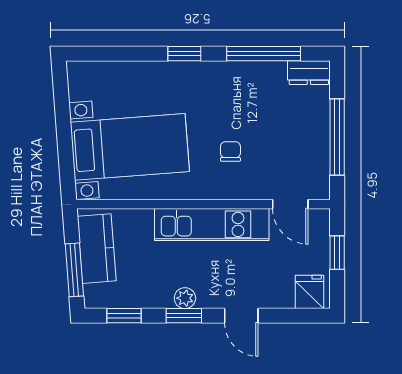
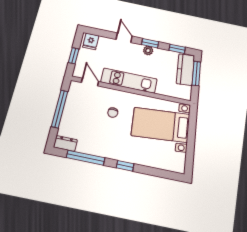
kitchen counter: (97, 249) -> (185, 70), moved

